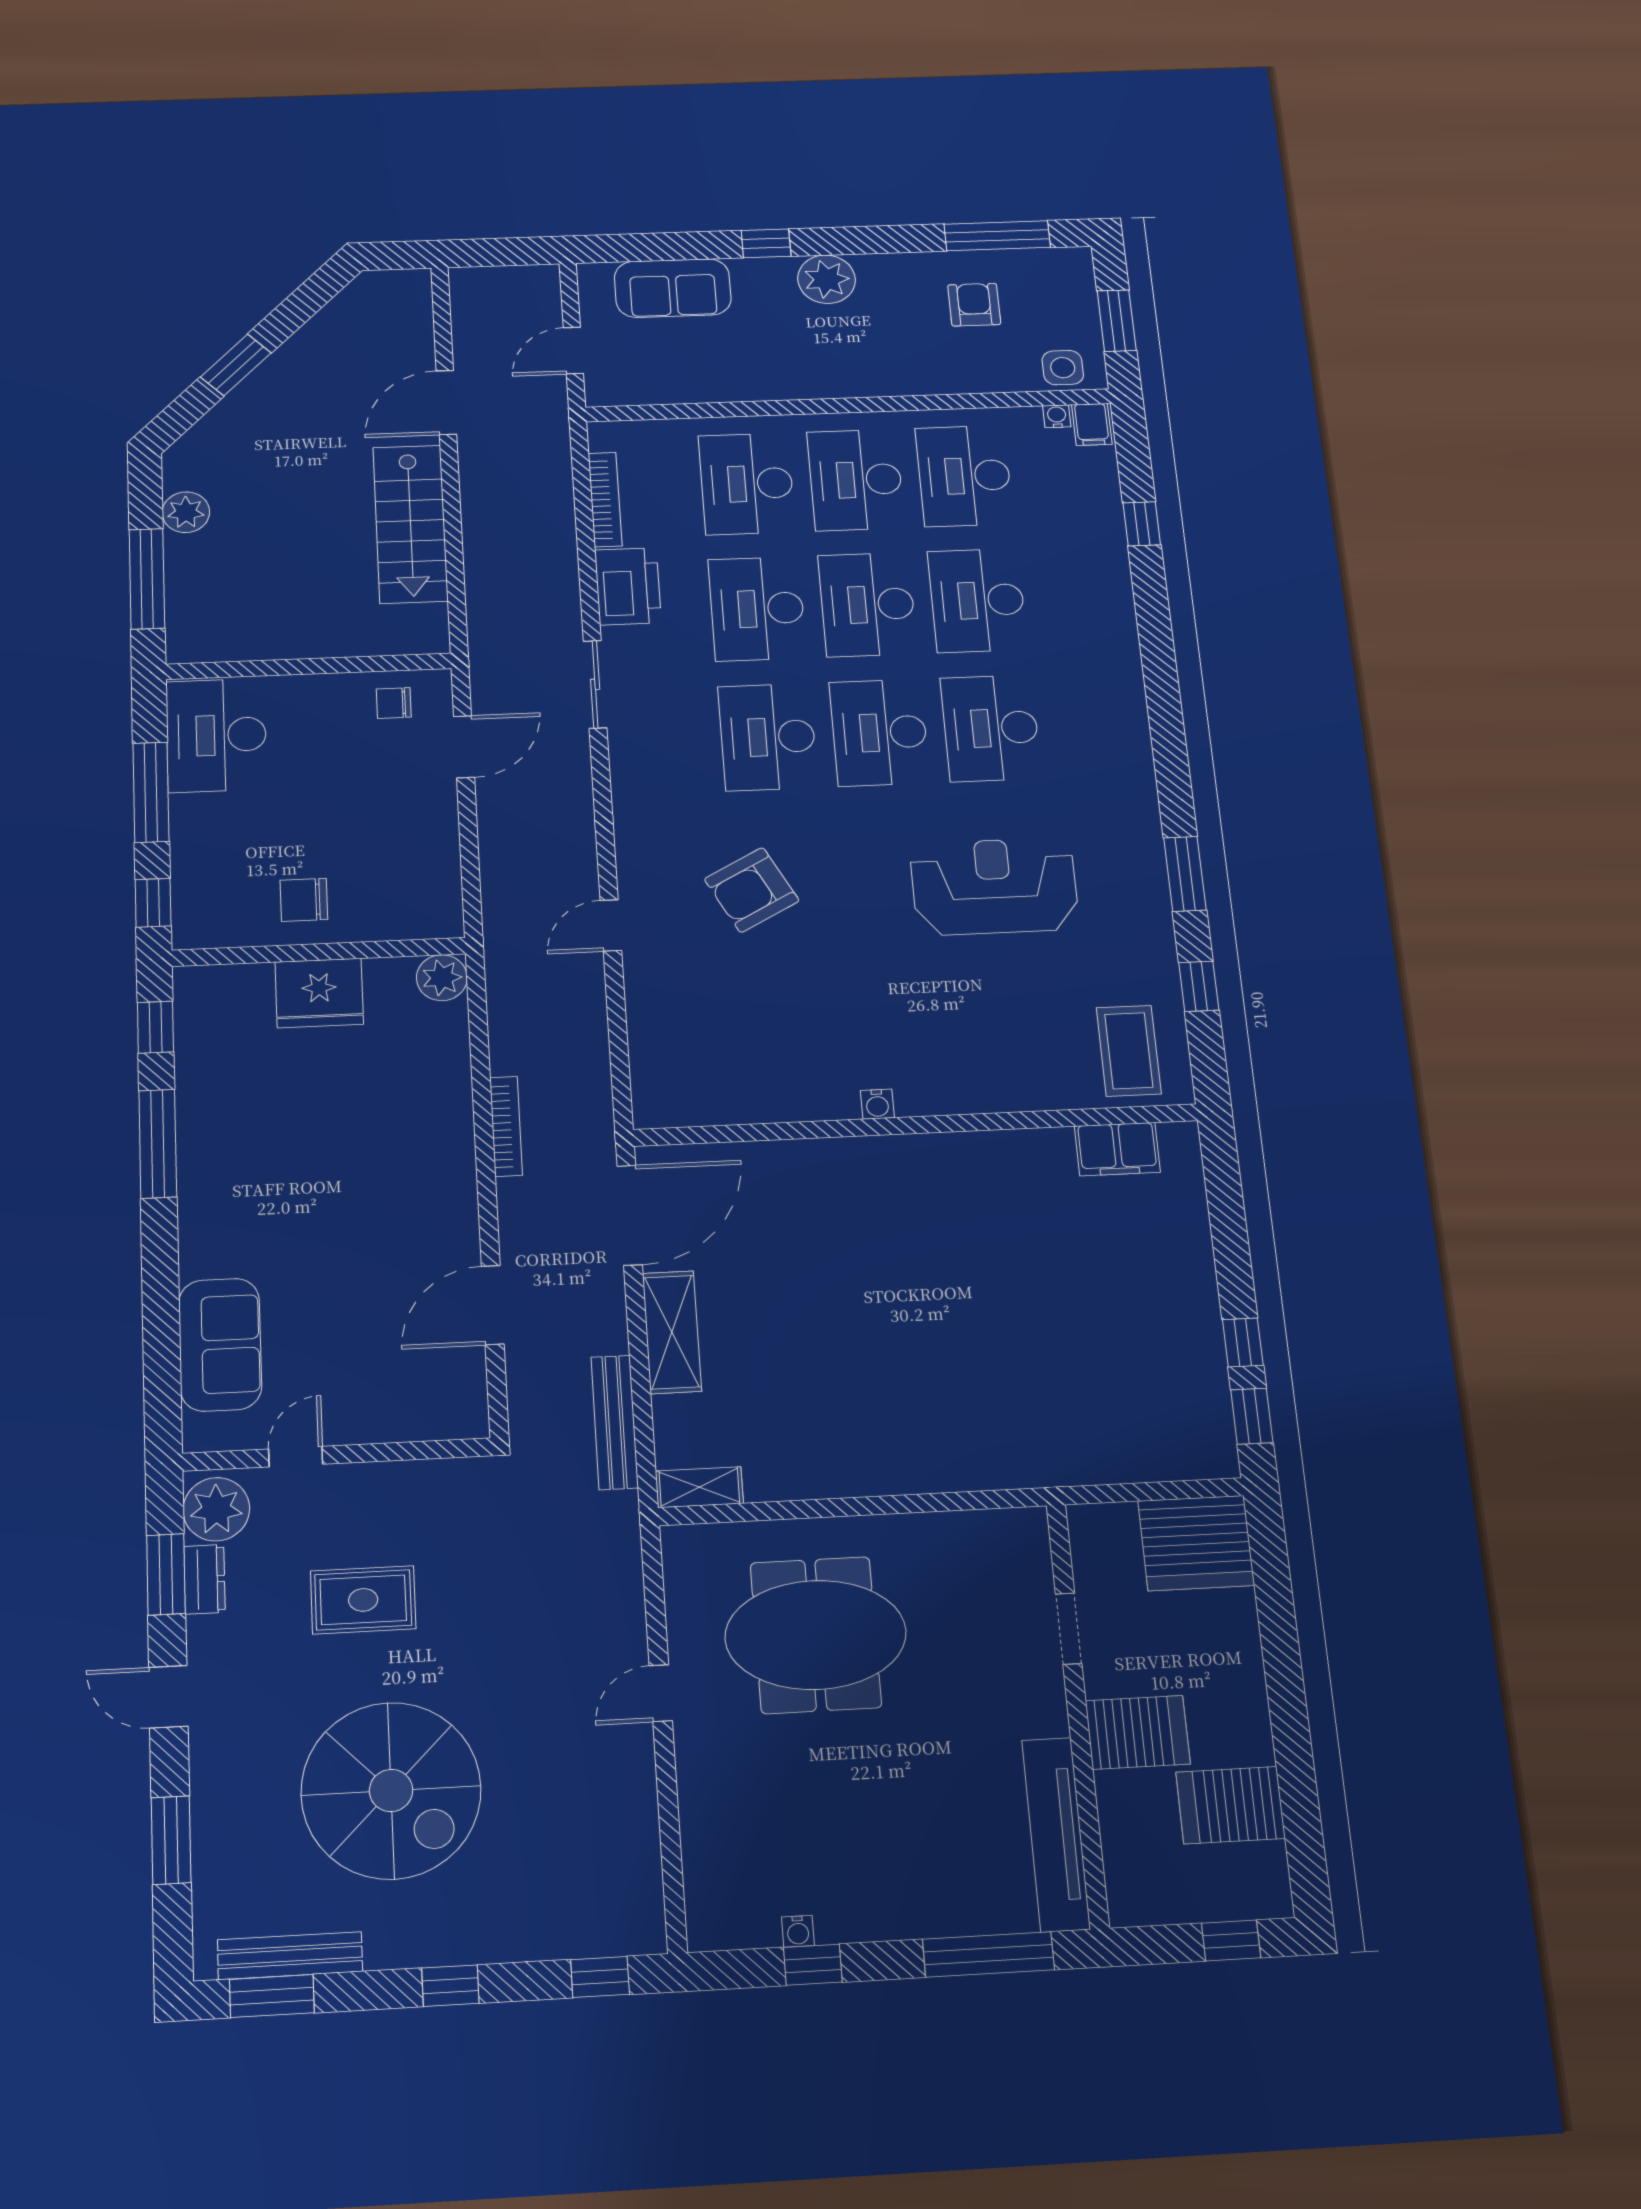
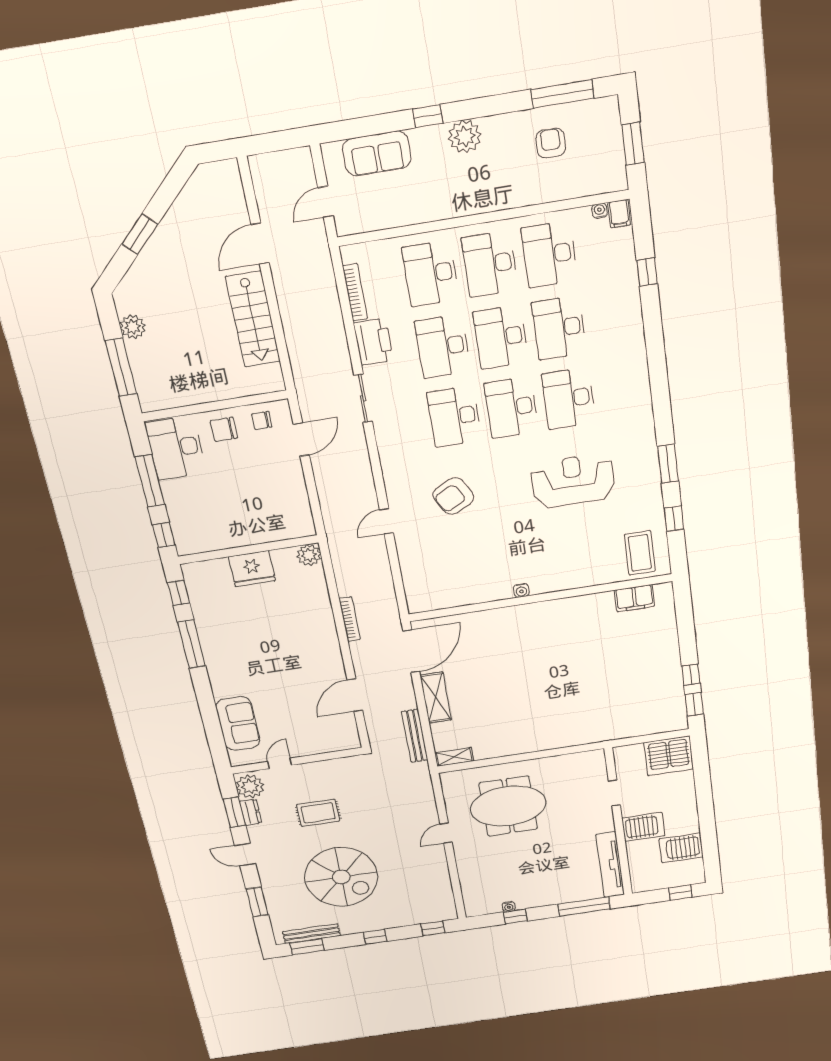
side table: (1063, 368) -> (602, 179), removed
chair: (304, 900) -> (224, 429), moved

